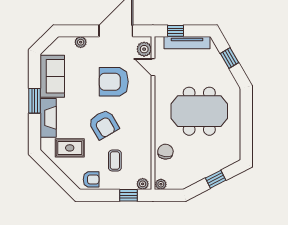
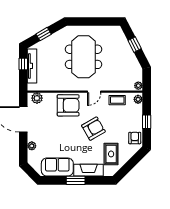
window: (176, 31) -> (23, 64), moved
door: (153, 67) -> (94, 92), moved
armchair: (114, 82) -> (68, 105), moved, turned -90
chair: (165, 152) -> (114, 82), removed
coffee table: (115, 161) -> (117, 100), moved
window: (128, 195) -> (147, 122), moved

